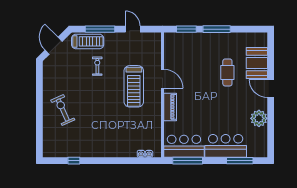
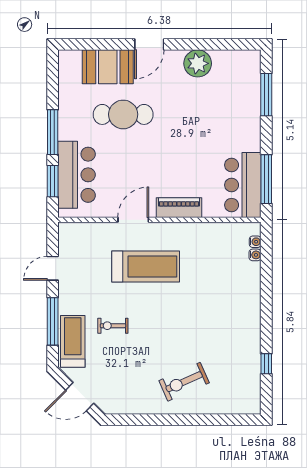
cafe table: (227, 72) -> (123, 114), width x1.37, depth x1.35
bar counter: (226, 146) -> (77, 175), moved, turned 180

